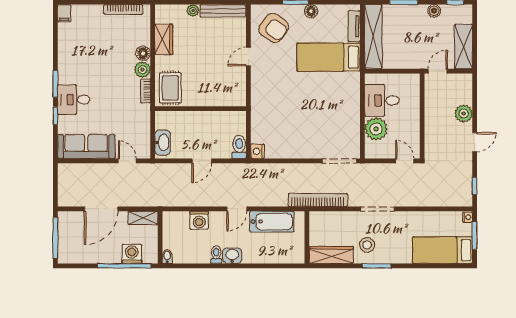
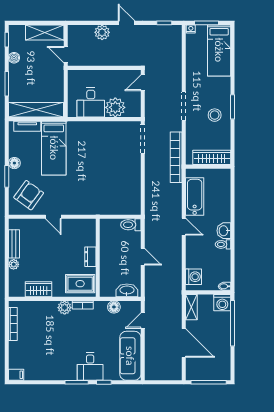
bench: (223, 11) -> (14, 244), width x0.73
floor lamp: (143, 53) -> (114, 307), moved
dresser: (202, 100) -> (90, 257), added
nightstand: (258, 151) -> (134, 209), removed
washing machine: (199, 220) -> (194, 277), moved
washing machine: (132, 254) -> (222, 303), moved, turned -90
wardrobe: (331, 255) -> (212, 157), moved, turned 90

